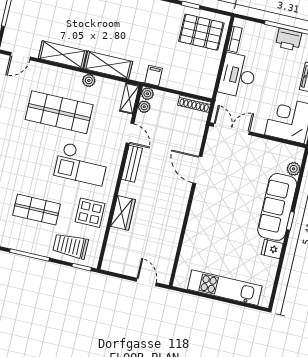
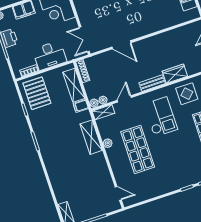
shelving: (63, 55) -> (74, 85), moved
bench: (132, 164) -> (152, 83), moved
door: (197, 170) -> (121, 45), hinge flipped

